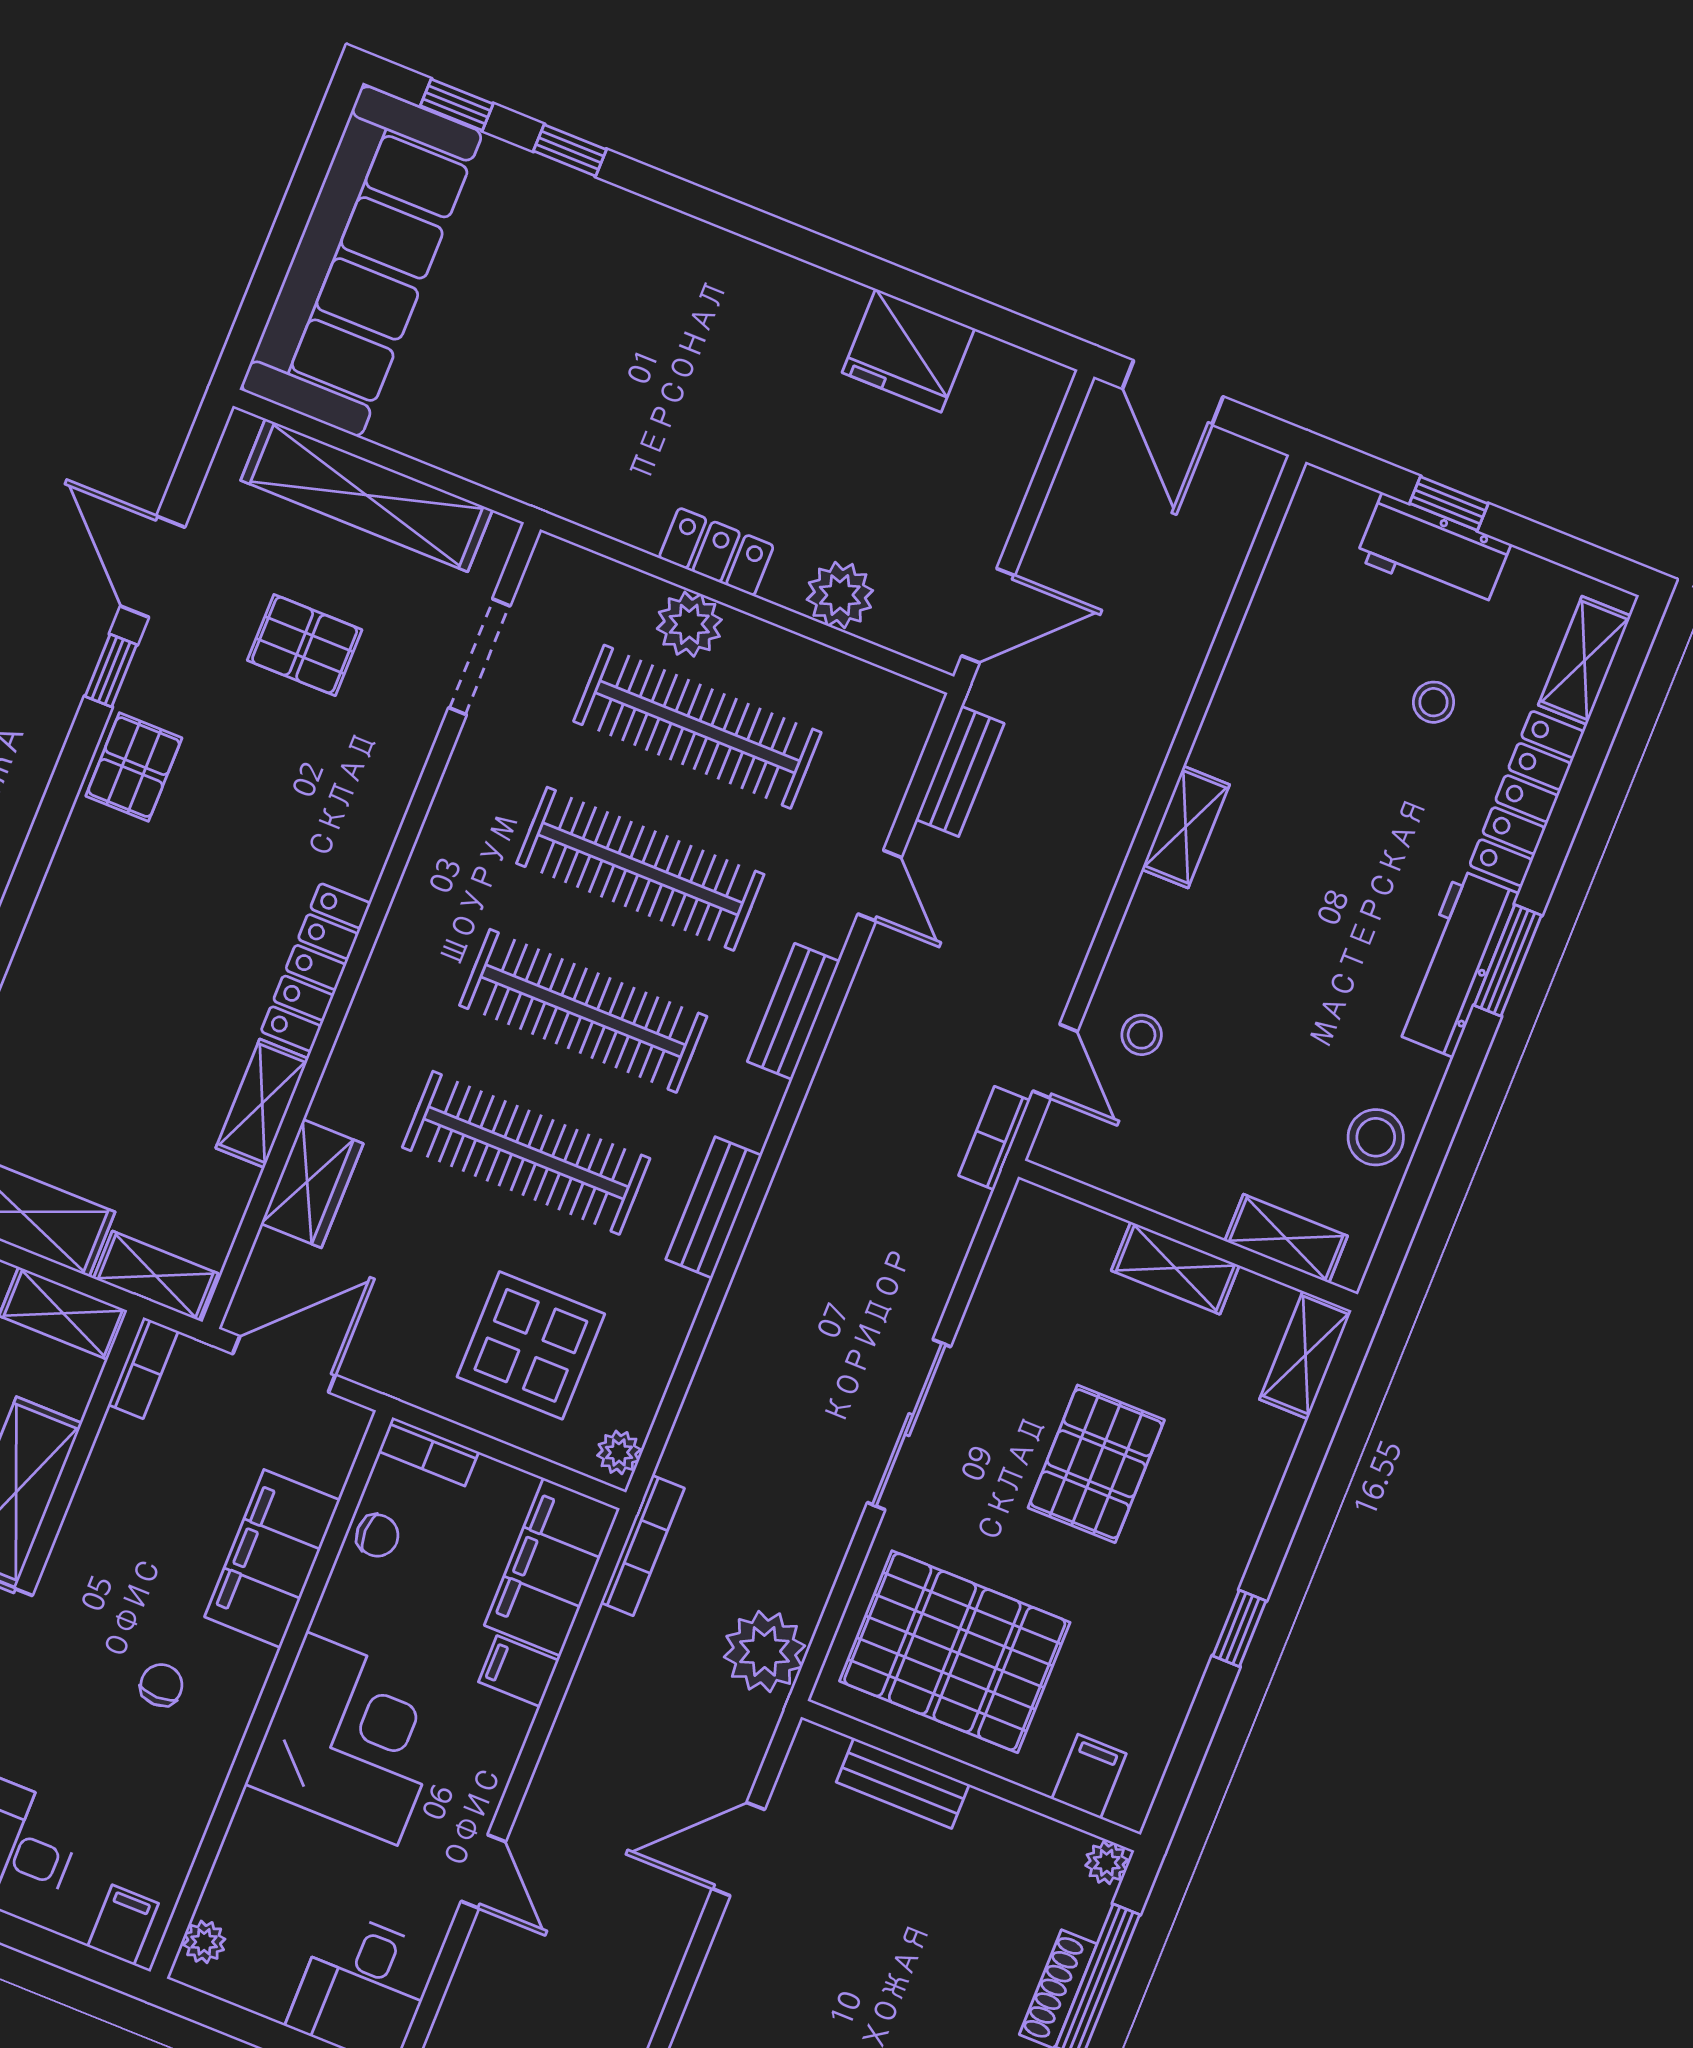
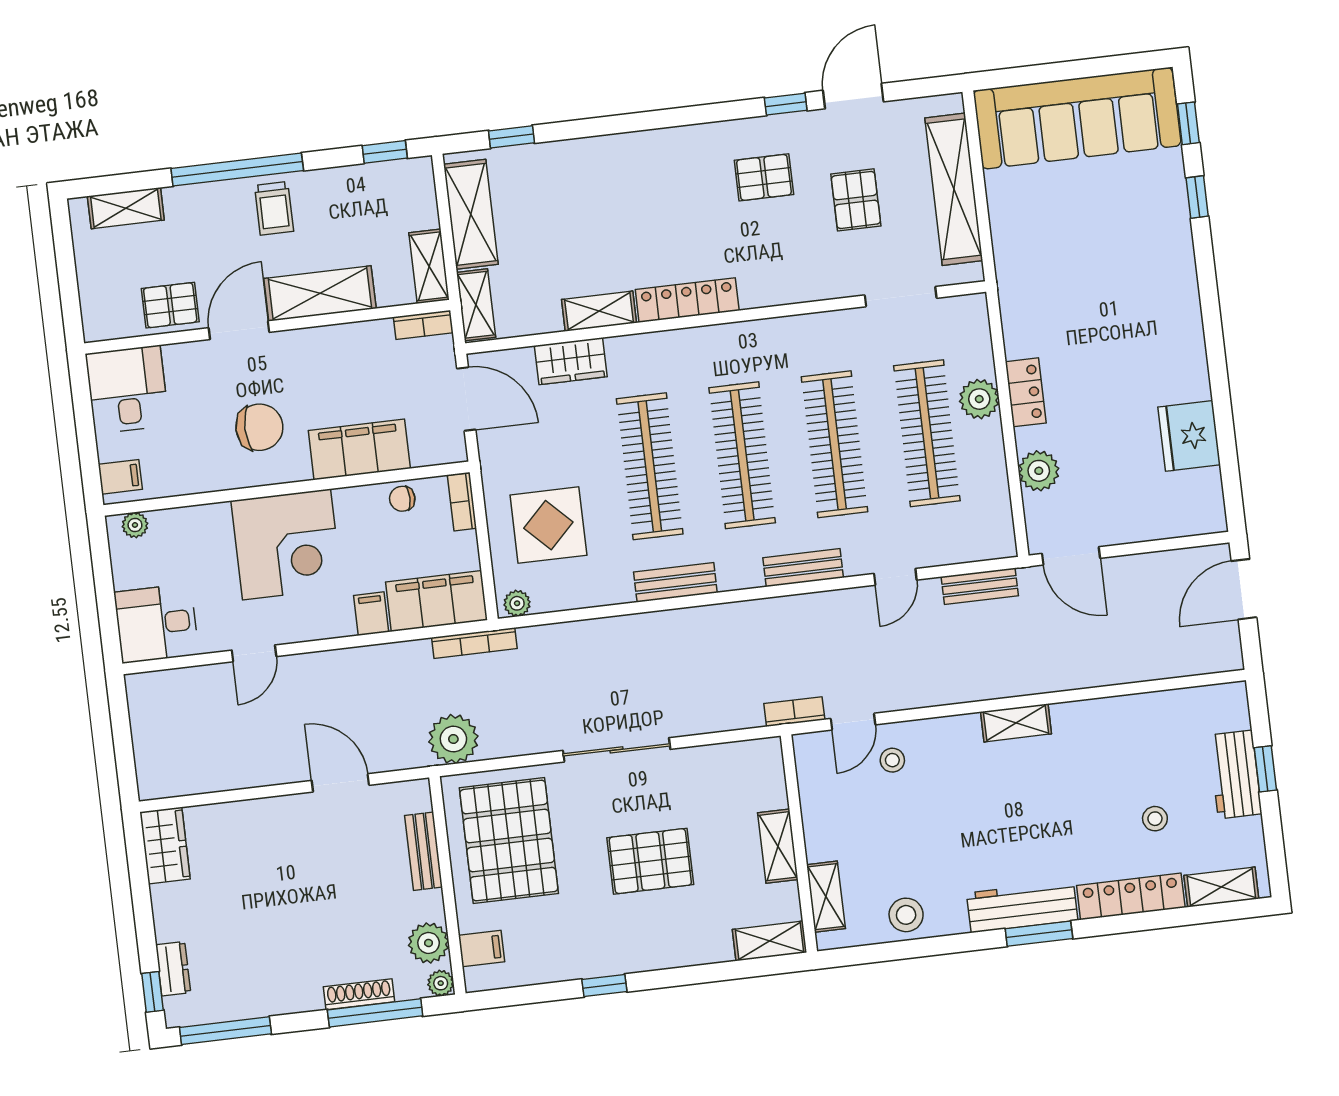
pallet: (134, 767) -> (764, 177), moved
chair: (377, 1535) -> (402, 499), turned 90
chair: (161, 1685) -> (259, 427), width x1.87, depth x1.87
plant: (1039, 1848) -> (429, 943), added

